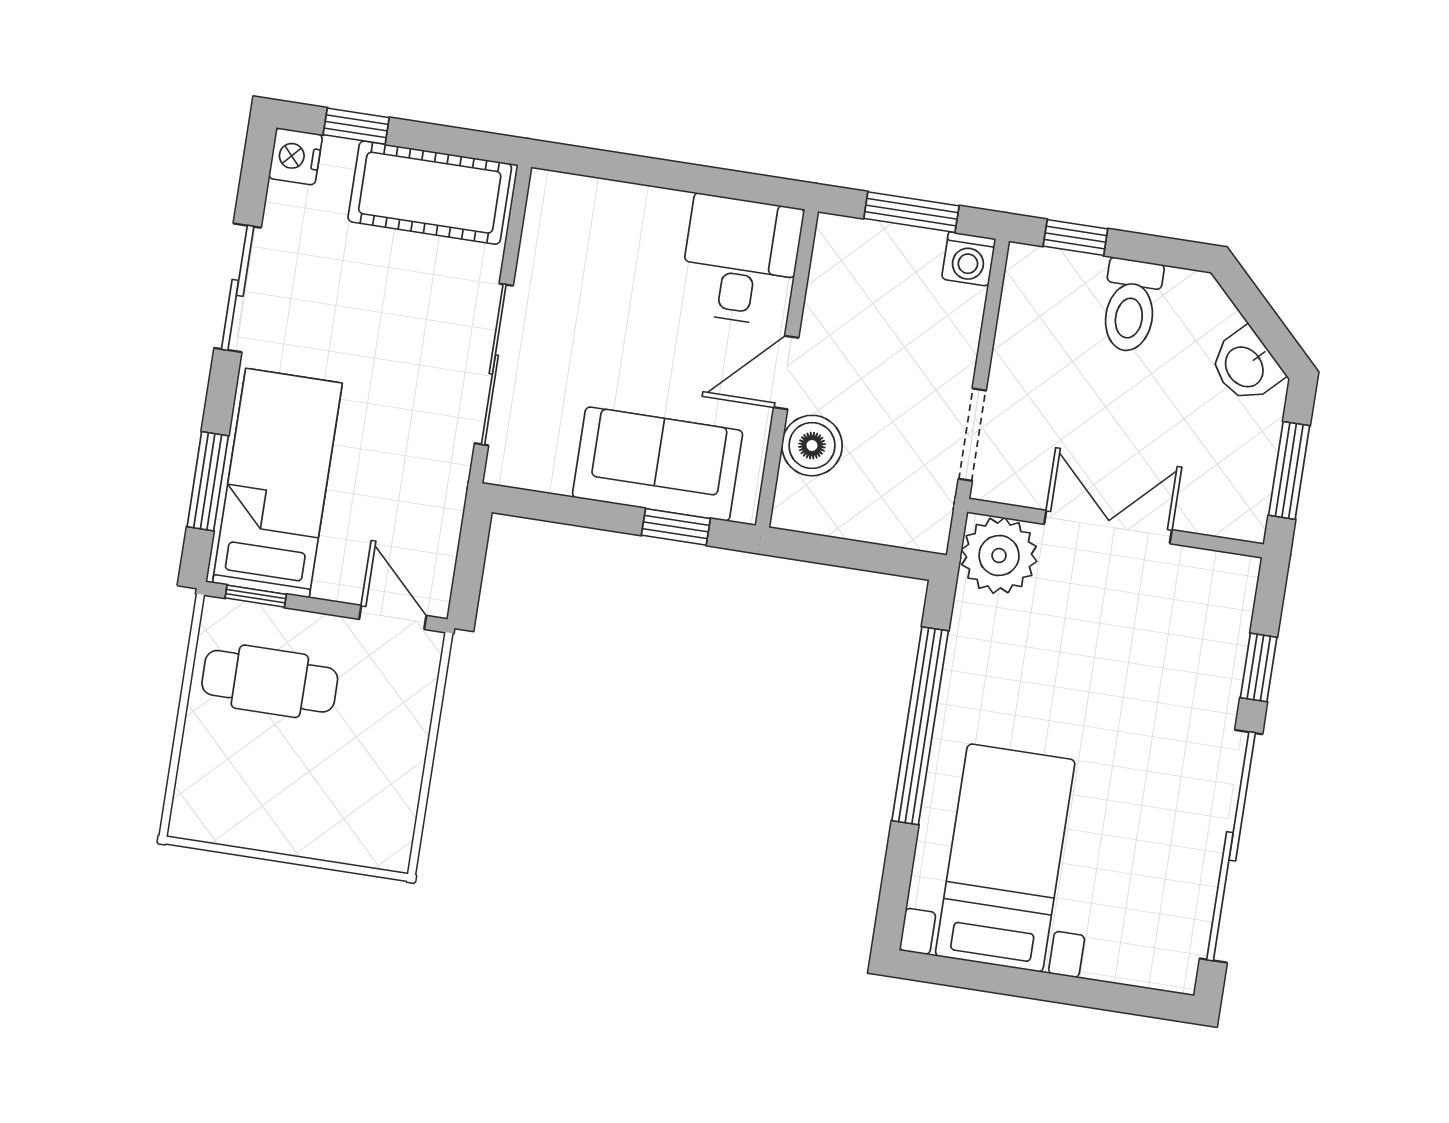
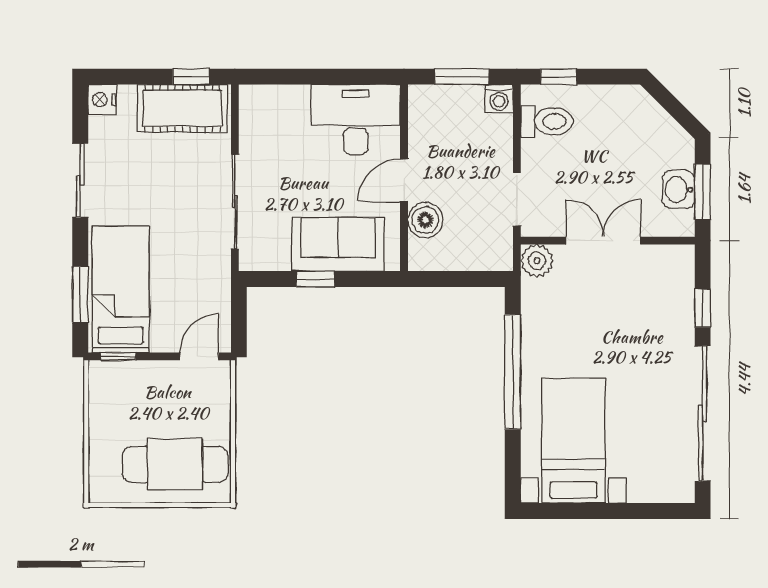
window: (356, 126) -> (191, 77), moved
desk: (741, 260) -> (356, 120), width x1.37
toilet: (1131, 306) -> (547, 121), moved, turned -90
washbasin: (1246, 366) -> (679, 189), moved, turned 45
window: (676, 527) -> (315, 279), moved
plant: (999, 555) -> (537, 261), width x0.73, depth x0.73
door: (393, 617) -> (199, 356), hinge flipped
cafe table: (270, 681) -> (175, 464), moved, width x1.37, depth x1.35

